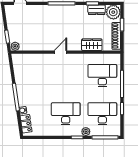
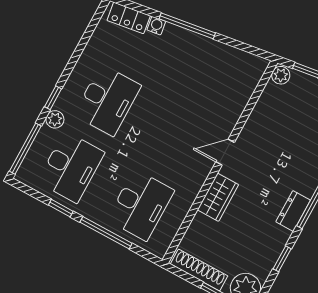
dresser: (97, 10) -> (293, 211), moved
wardrobe: (92, 45) -> (218, 197), moved
door: (60, 52) -> (225, 152), swing flipped

